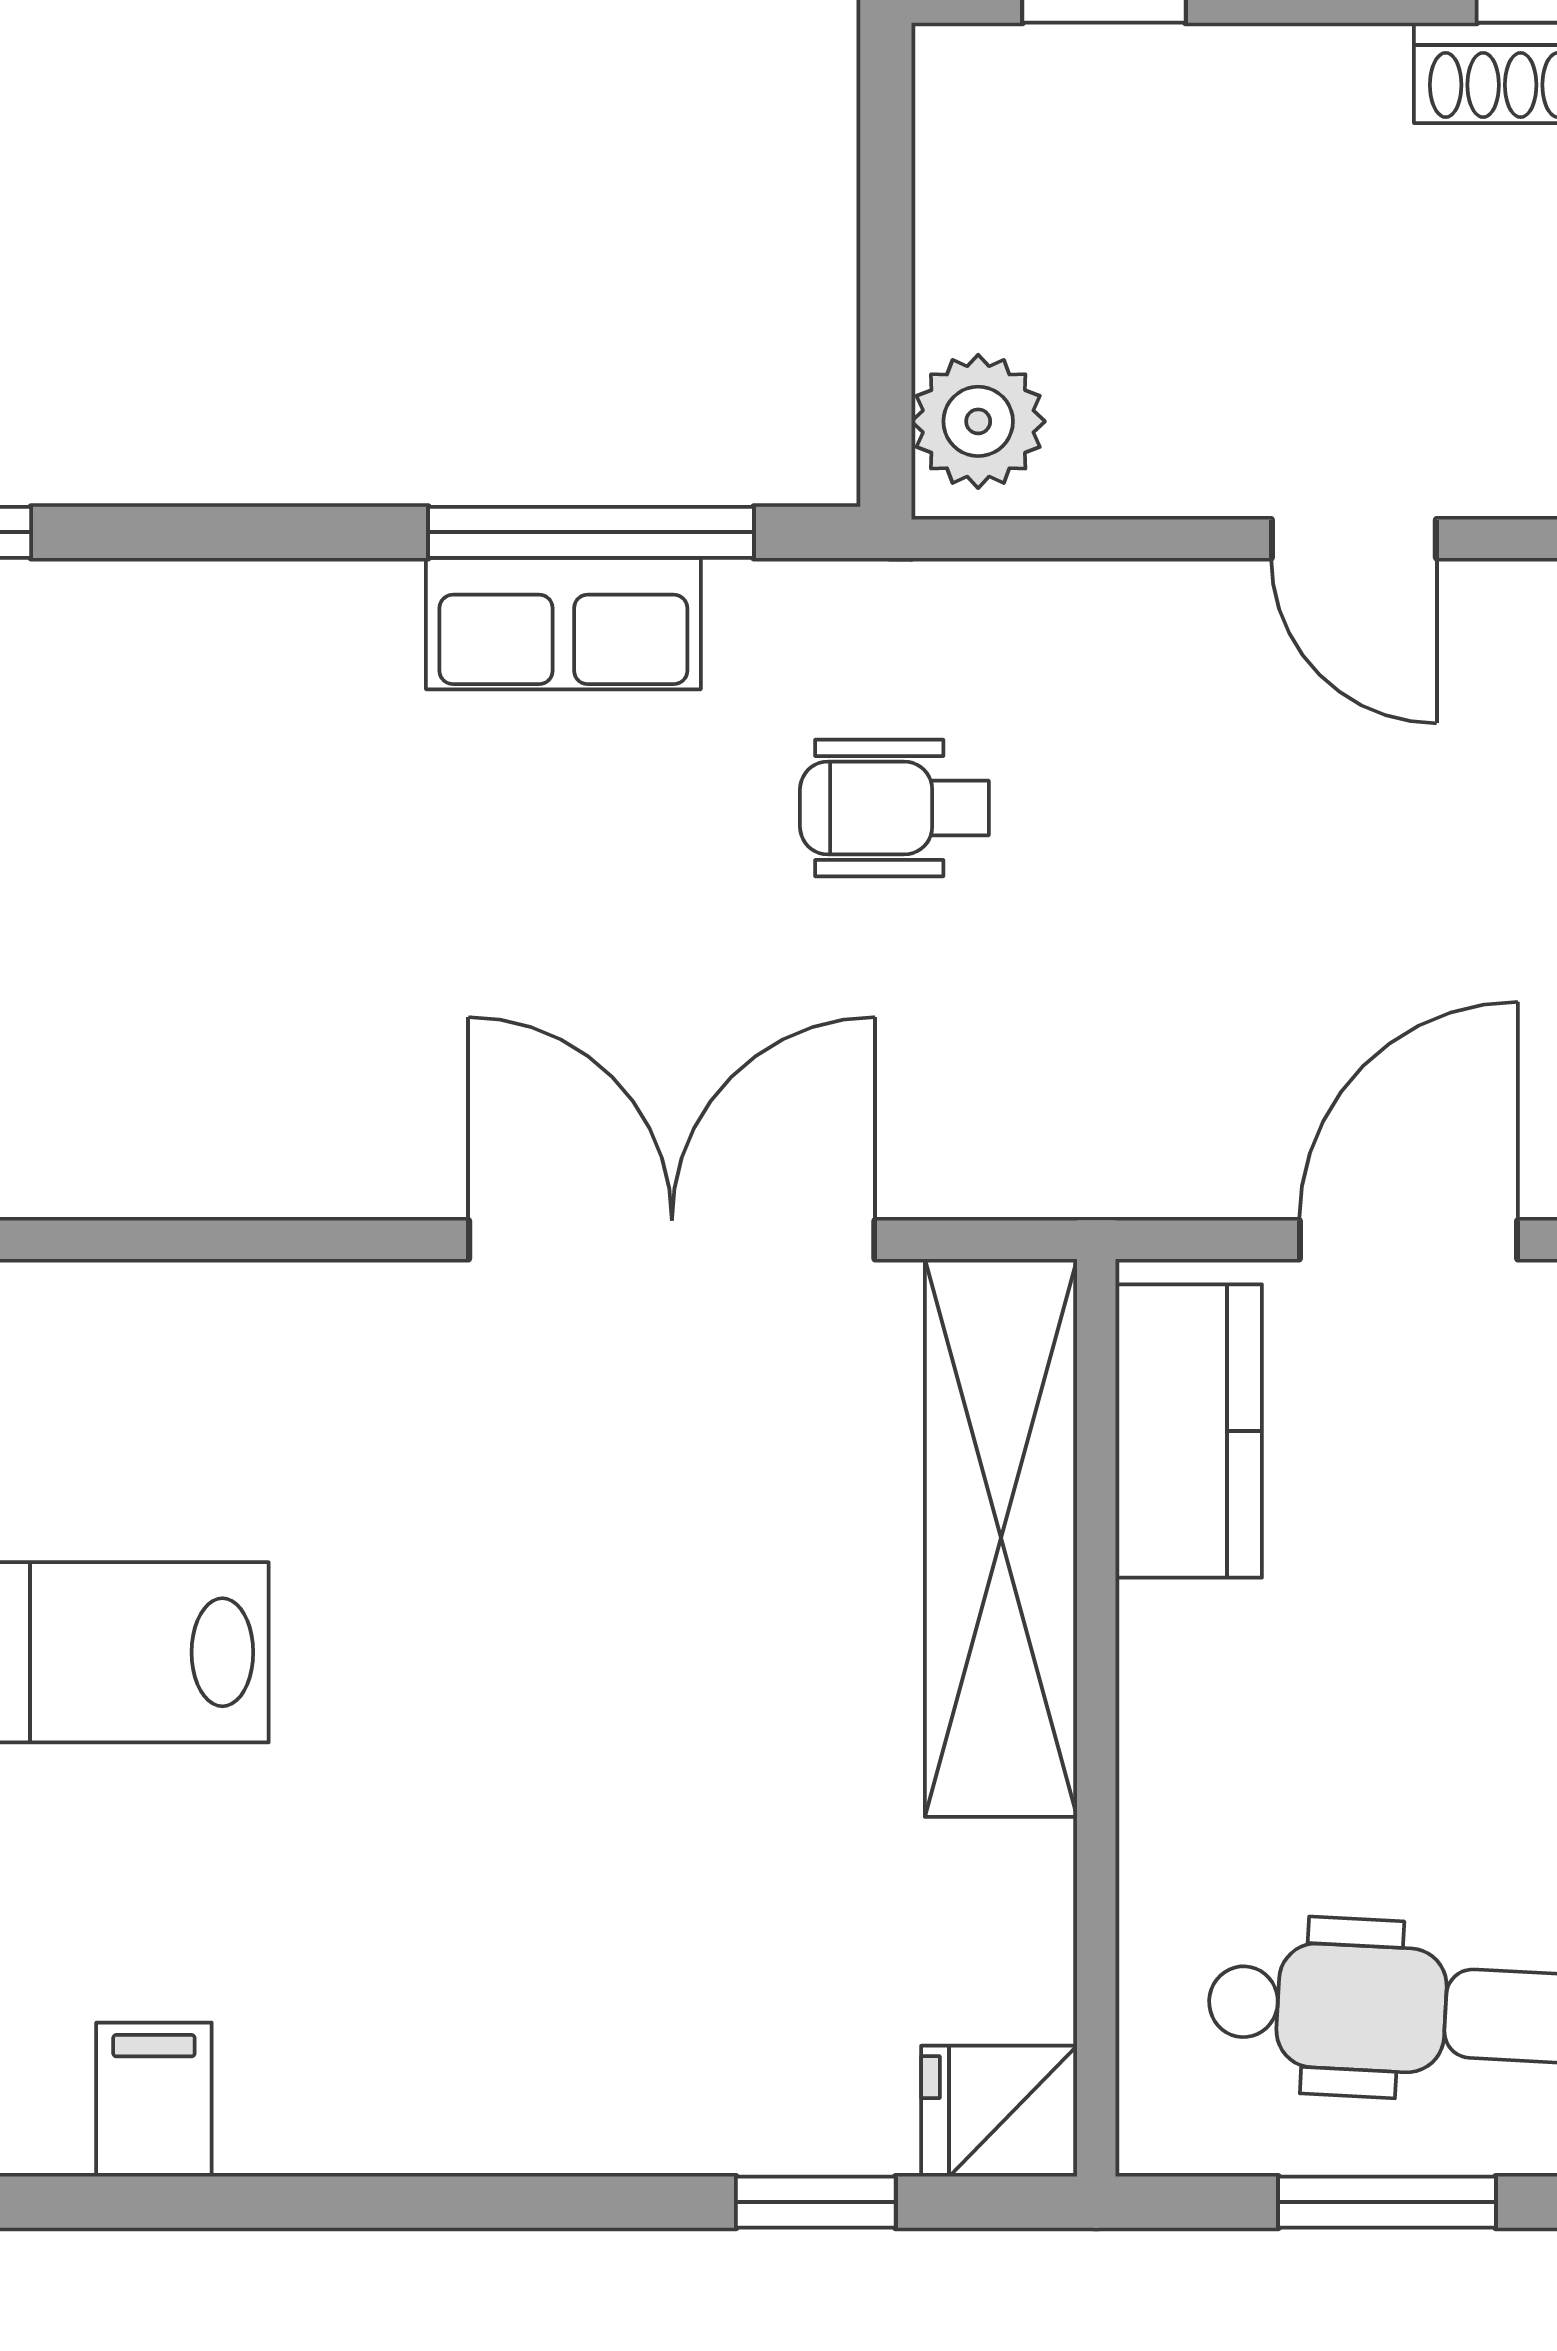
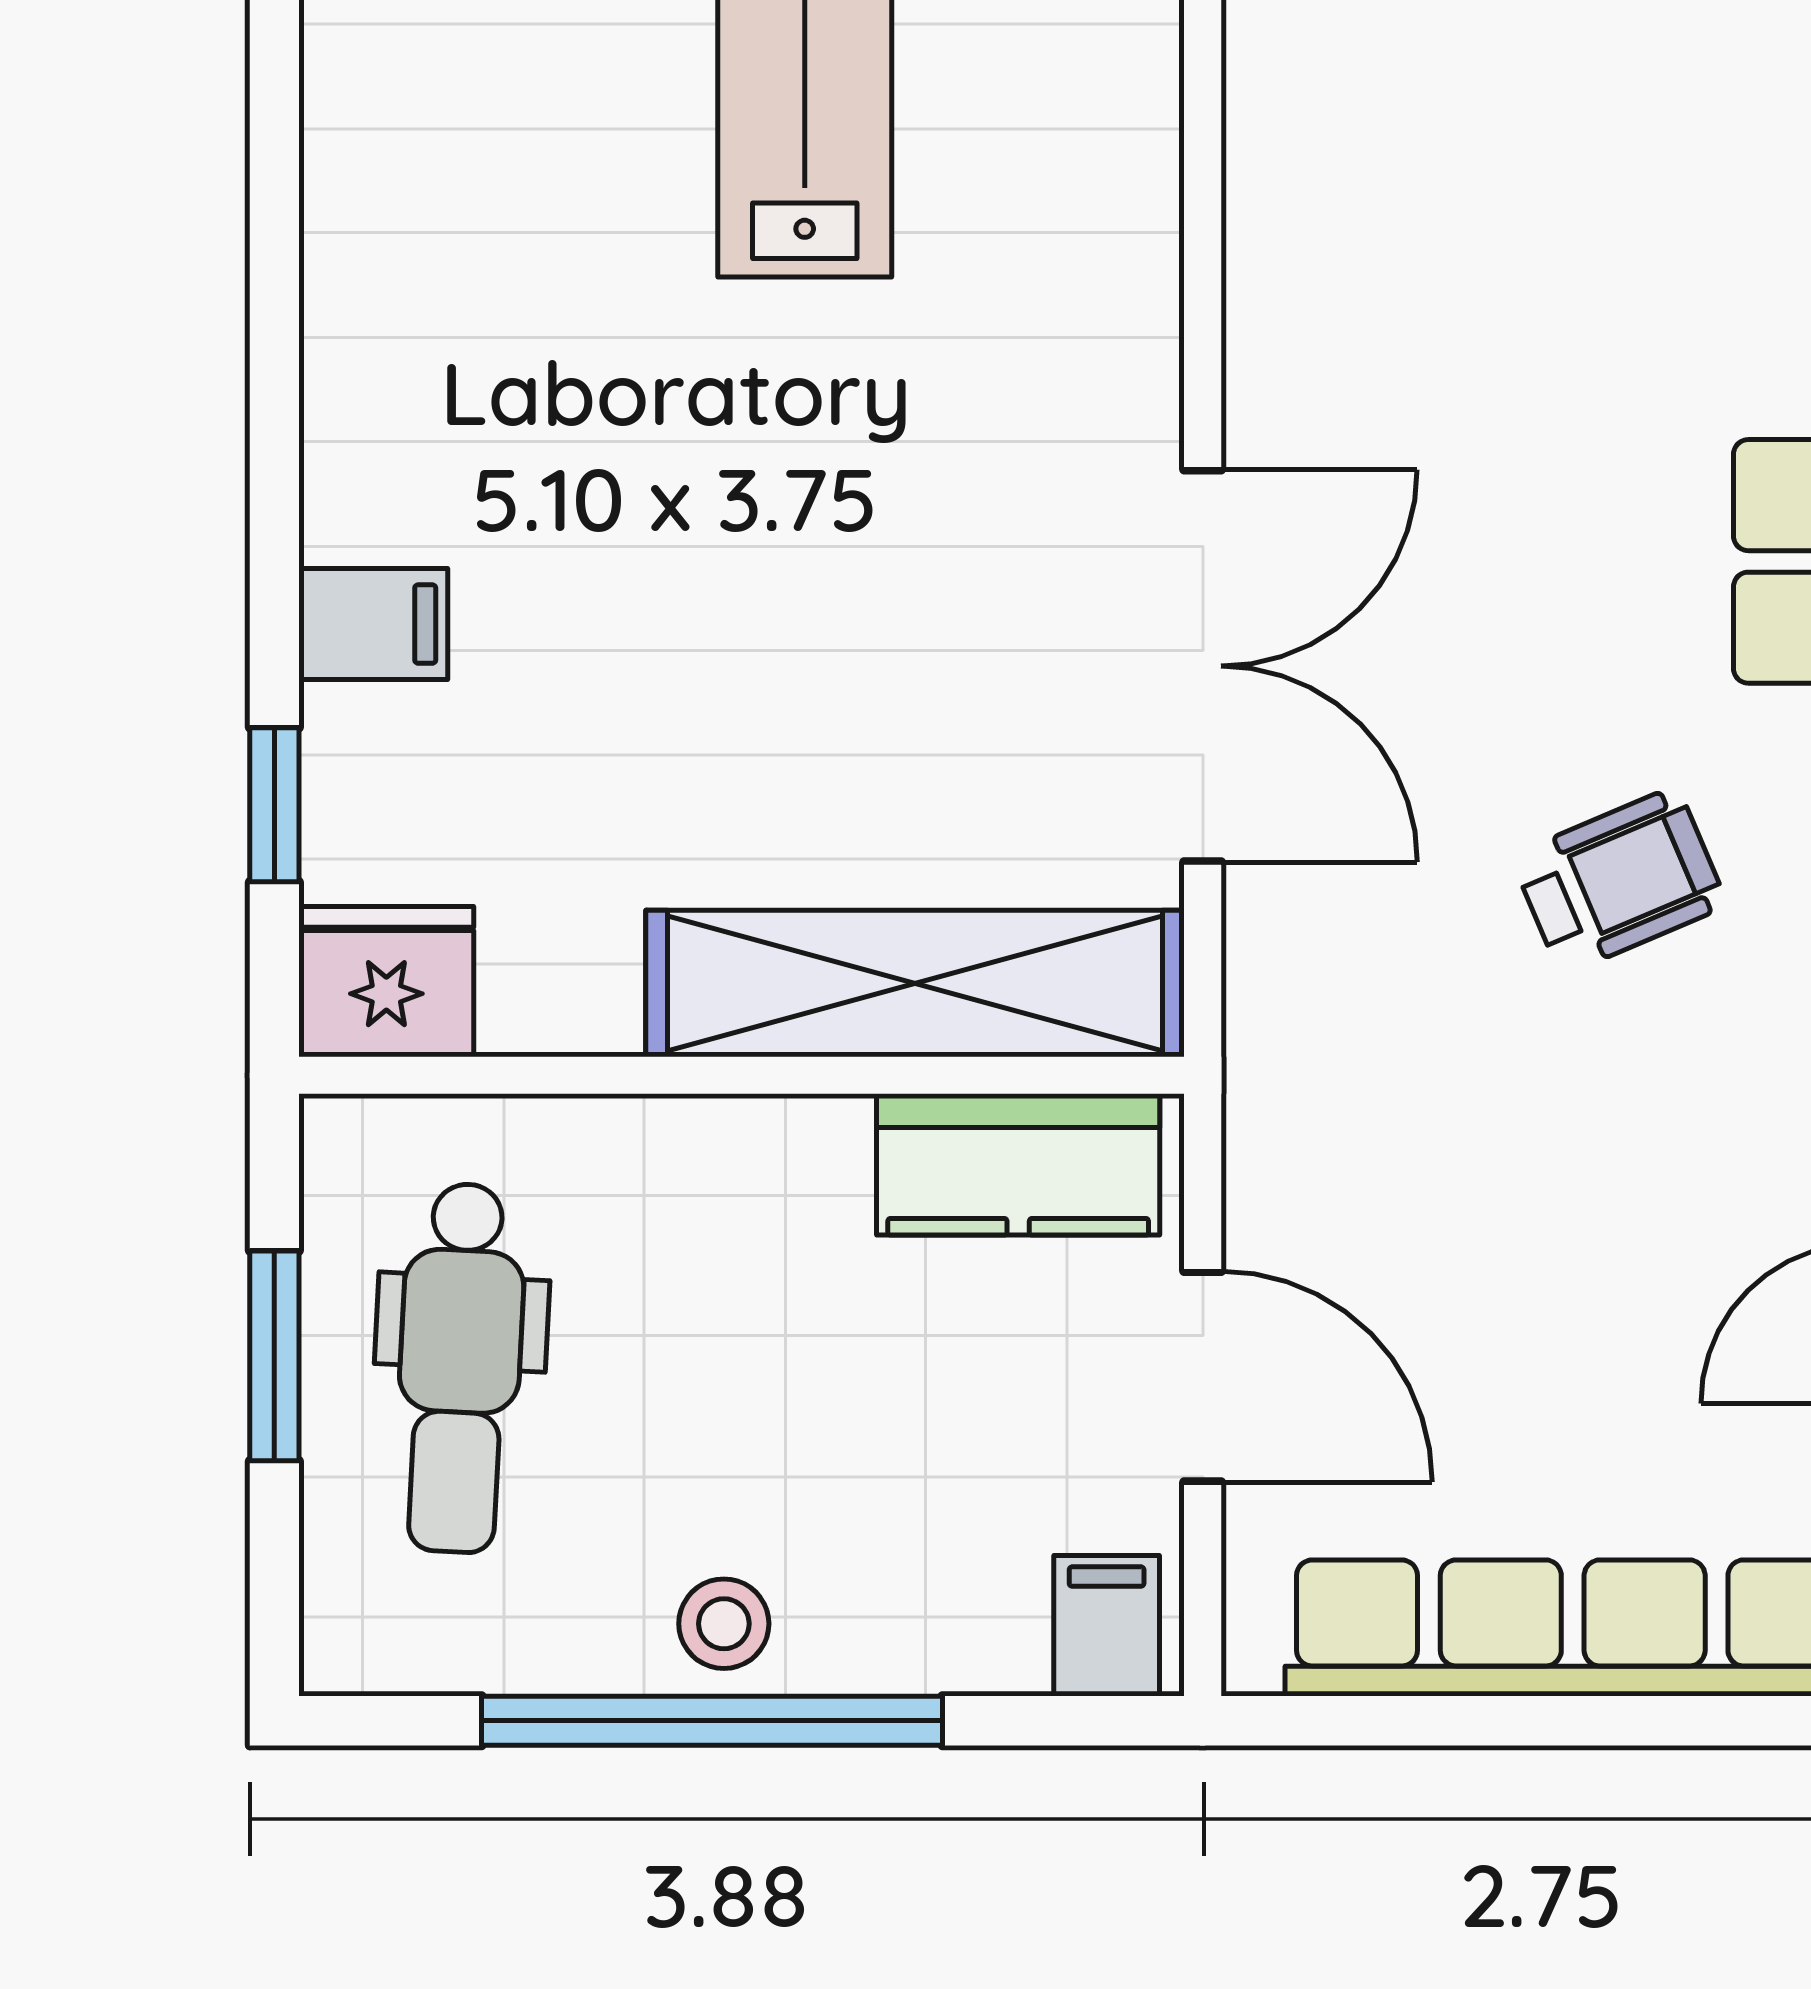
wheelchair: (894, 808) -> (1619, 881), turned 67
filing cabinet: (154, 2100) -> (373, 624), moved
fridge: (999, 2111) -> (386, 982), width x1.38

